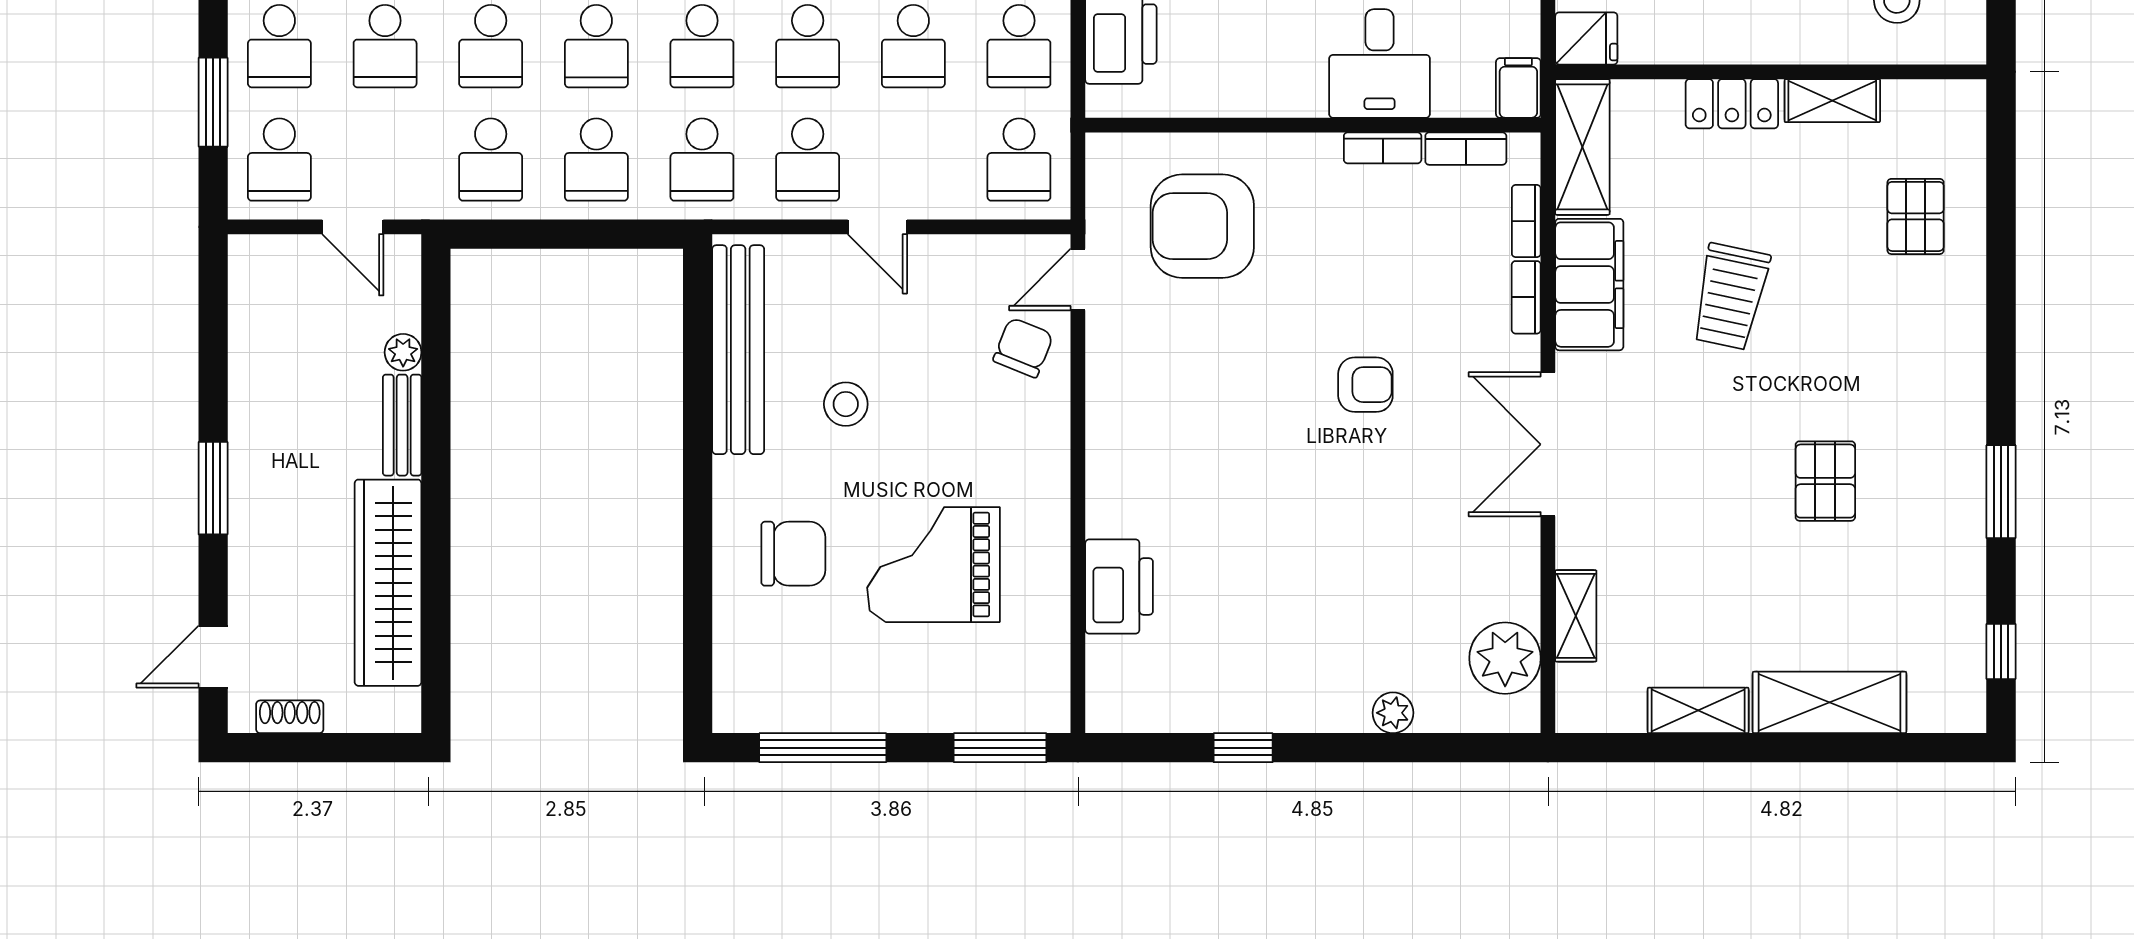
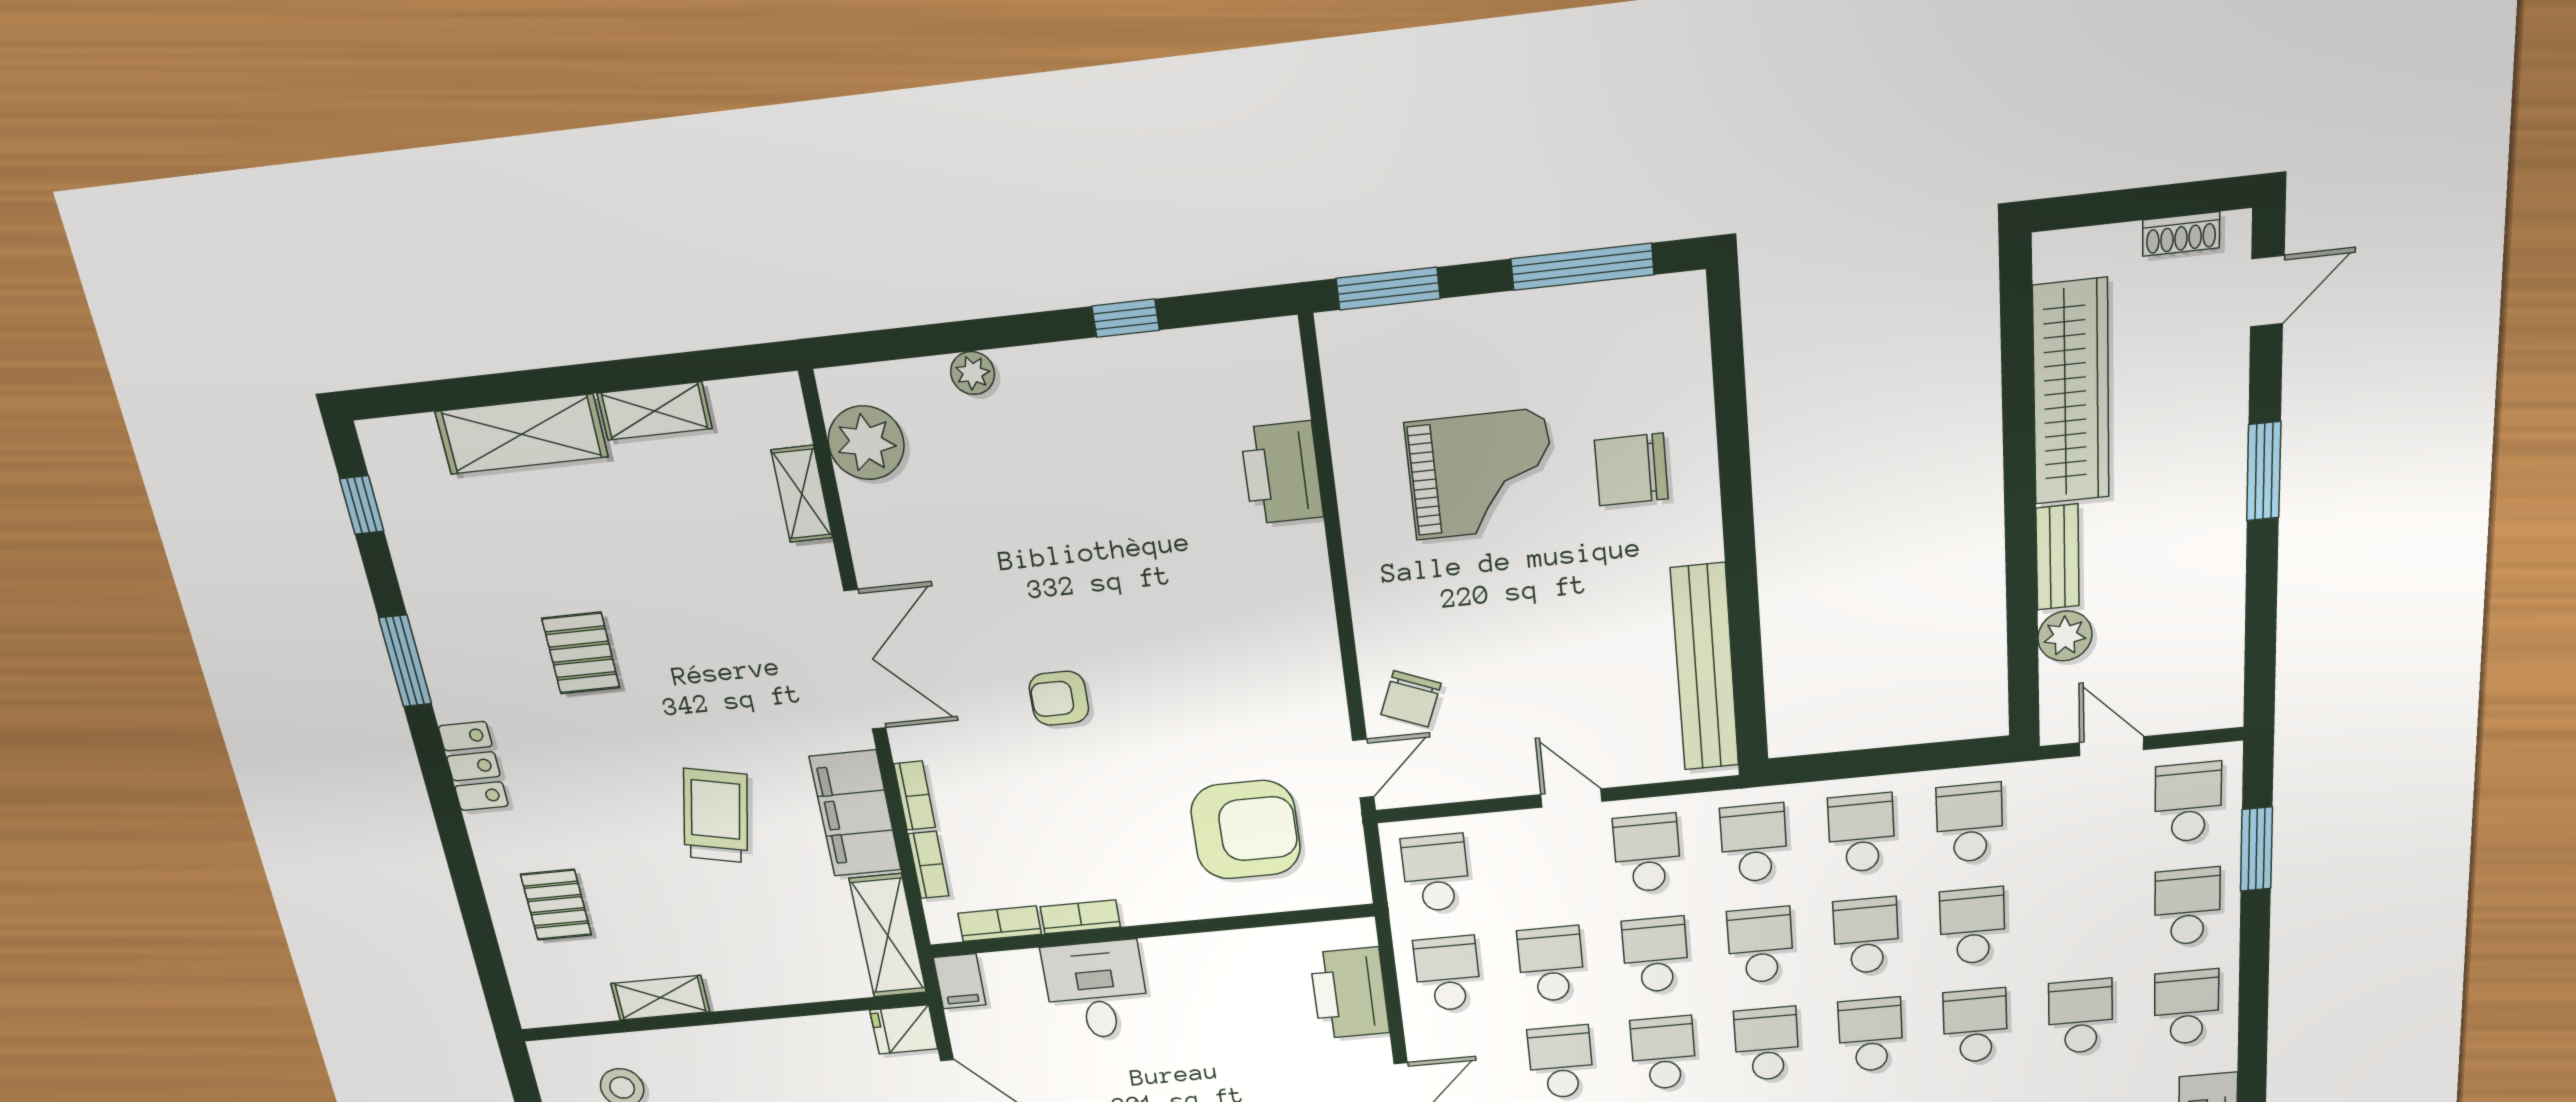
school desk: (385, 46) -> (2080, 916), removed
locker: (1732, 104) -> (473, 766), moved, turned 90
plant: (403, 352) -> (2065, 636), width x1.38, depth x1.38
stool: (846, 404) -> (1588, 626), removed

